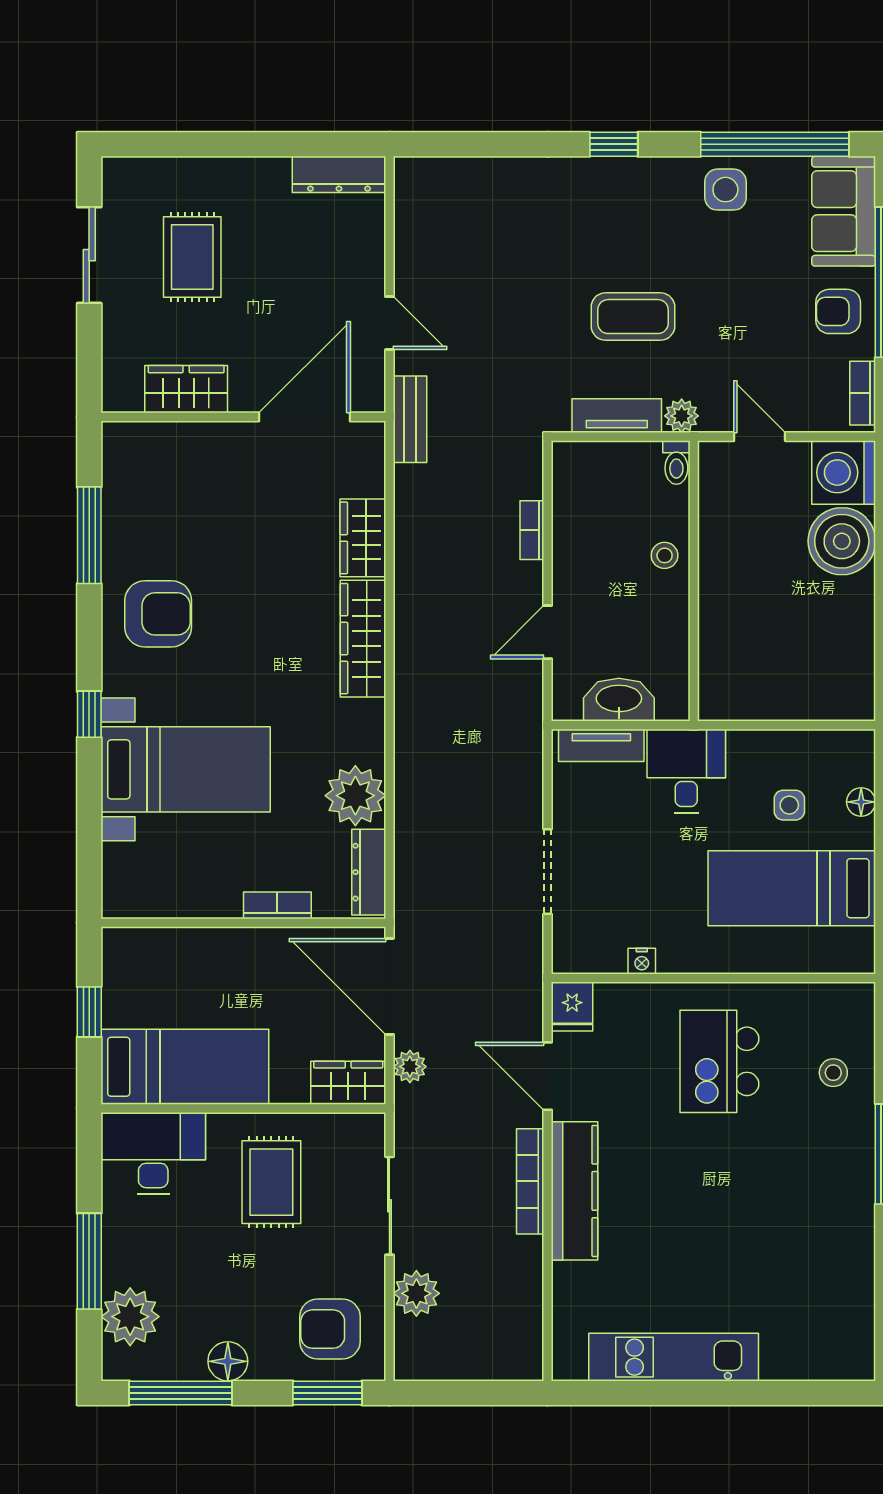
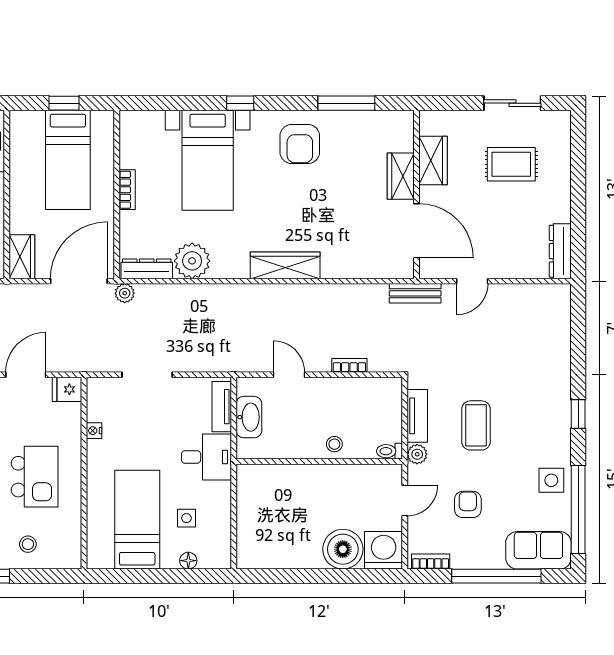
armchair: (838, 311) -> (468, 504), moved
wardrobe: (363, 538) -> (401, 176), moved, turned -90
bookcase: (277, 905) -> (127, 190), moved
kitchen island: (719, 1061) -> (35, 477), turned 90
bed: (185, 1067) -> (68, 160), moved
plant: (410, 1067) -> (125, 293), moved

